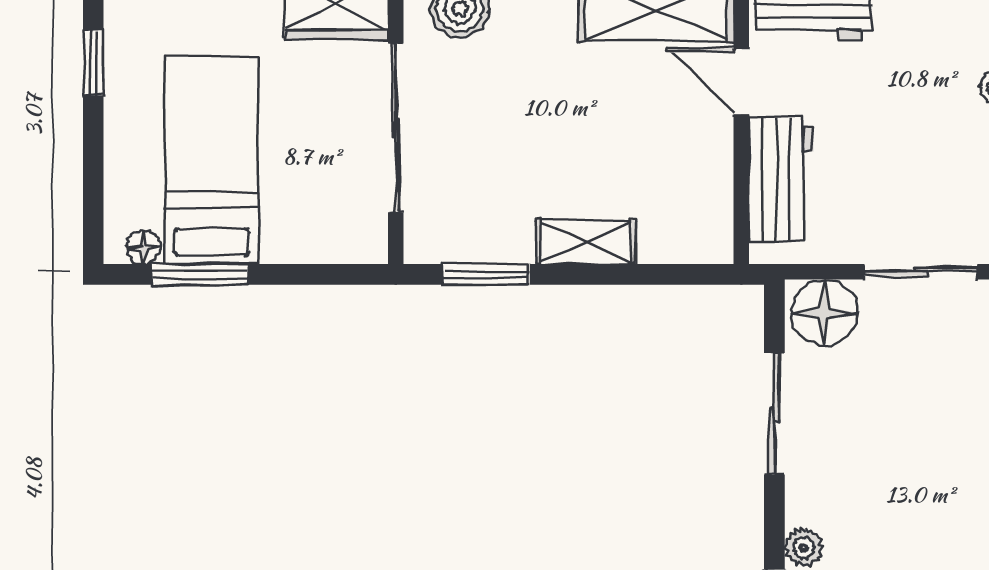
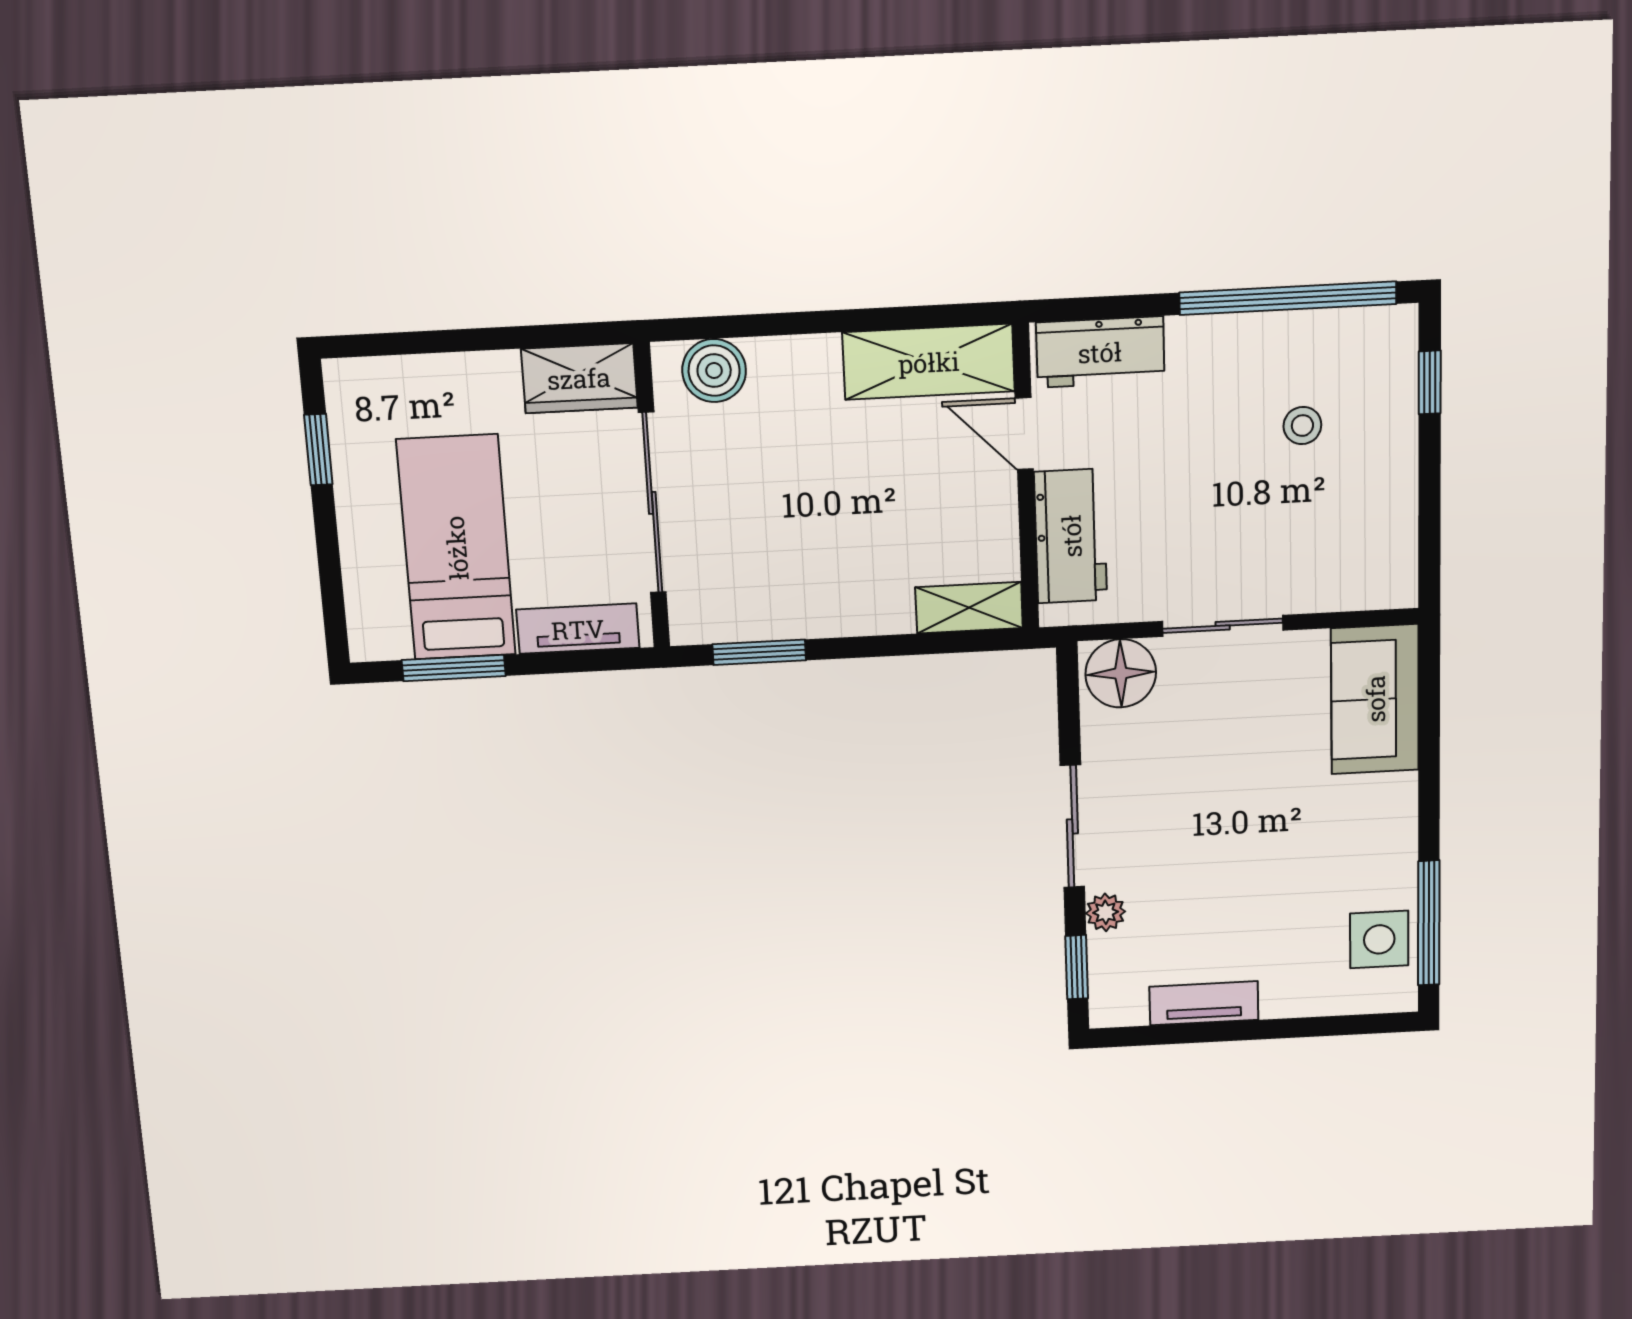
shelving: (586, 242) -> (969, 608), moved
tv unit: (319, 243) -> (578, 629), added
floor lamp: (144, 247) -> (391, 643), removed
sliding door: (774, 414) -> (1072, 826), moved

